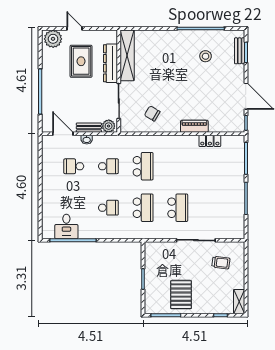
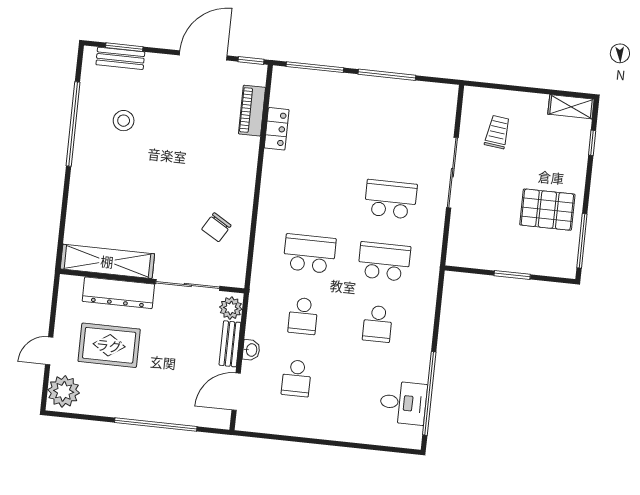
piano: (194, 126) -> (252, 111), moved
school desk: (108, 166) -> (303, 316), turned 180
school desk: (108, 208) -> (378, 324), turned 180

